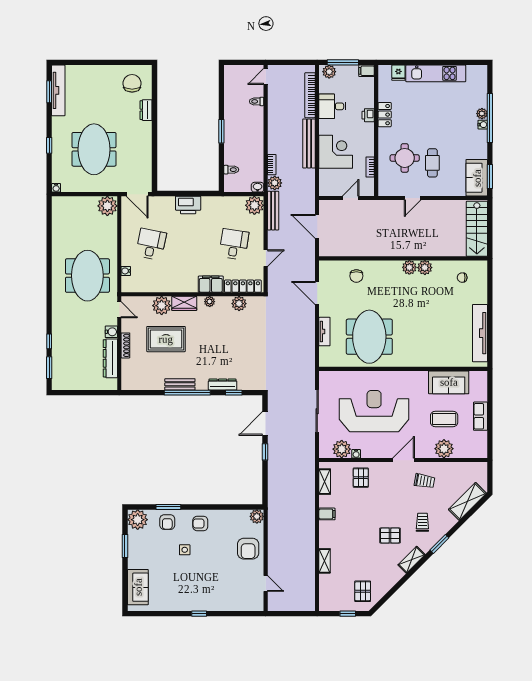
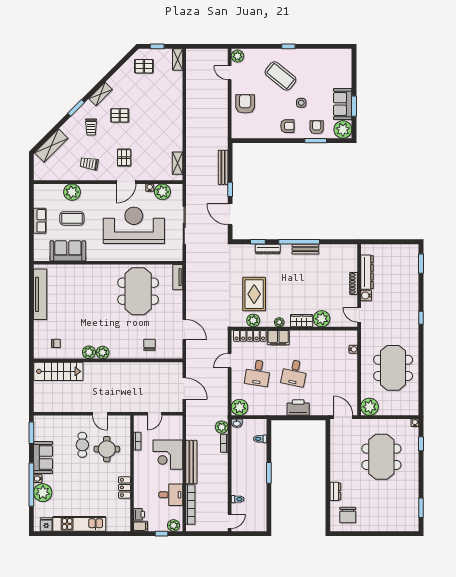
window: (343, 62) -> (161, 534), width x0.46
fridge: (398, 73) -> (46, 524), moved
tv unit: (58, 90) -> (413, 509), removed
plant: (482, 114) -> (43, 493), width x1.87, depth x1.87
printer: (368, 115) -> (139, 514), moved
window: (49, 145) -> (421, 444), moved
sofa: (477, 178) -> (43, 457), moved
door: (413, 198) -> (100, 414), swing flipped
bench: (273, 211) -> (223, 167), moved
stairs: (477, 229) -> (58, 371), moved, turned 90
desk: (151, 244) -> (294, 373), moved
meeting table: (87, 276) -> (393, 368), moved
tv unit: (324, 332) -> (178, 277), moved
rug: (166, 339) -> (254, 294), moved, turned 90
window: (49, 341) -> (421, 318), moved
reception desk: (374, 411) -> (134, 225), turned 180
door: (265, 423) -> (230, 214), swing flipped
door: (404, 460) -> (126, 182), moved
pallet: (361, 478) -> (124, 158), moved
filing cabinet: (327, 514) -> (175, 134), removed
plant: (257, 516) -> (238, 56), moved
shelving: (325, 561) -> (178, 60), moved
coffee table: (208, 580) -> (280, 76), added
sofa: (138, 587) -> (343, 104), moved
pallet: (363, 591) -> (144, 66), turned 90

